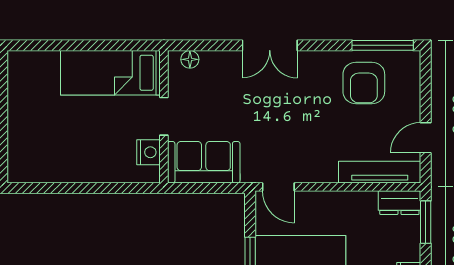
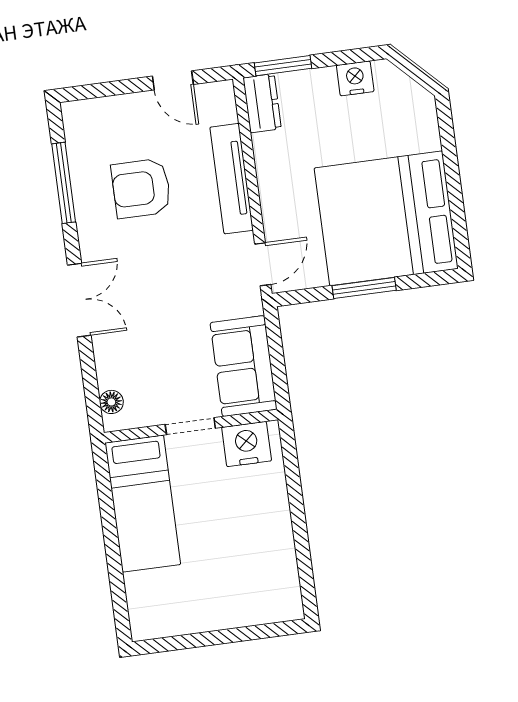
window: (383, 45) -> (64, 183), moved
armchair: (364, 83) -> (141, 188), moved, turned 180
nightstand: (148, 152) -> (247, 444), width x1.36, depth x1.33
tv unit: (380, 172) -> (232, 179), moved

